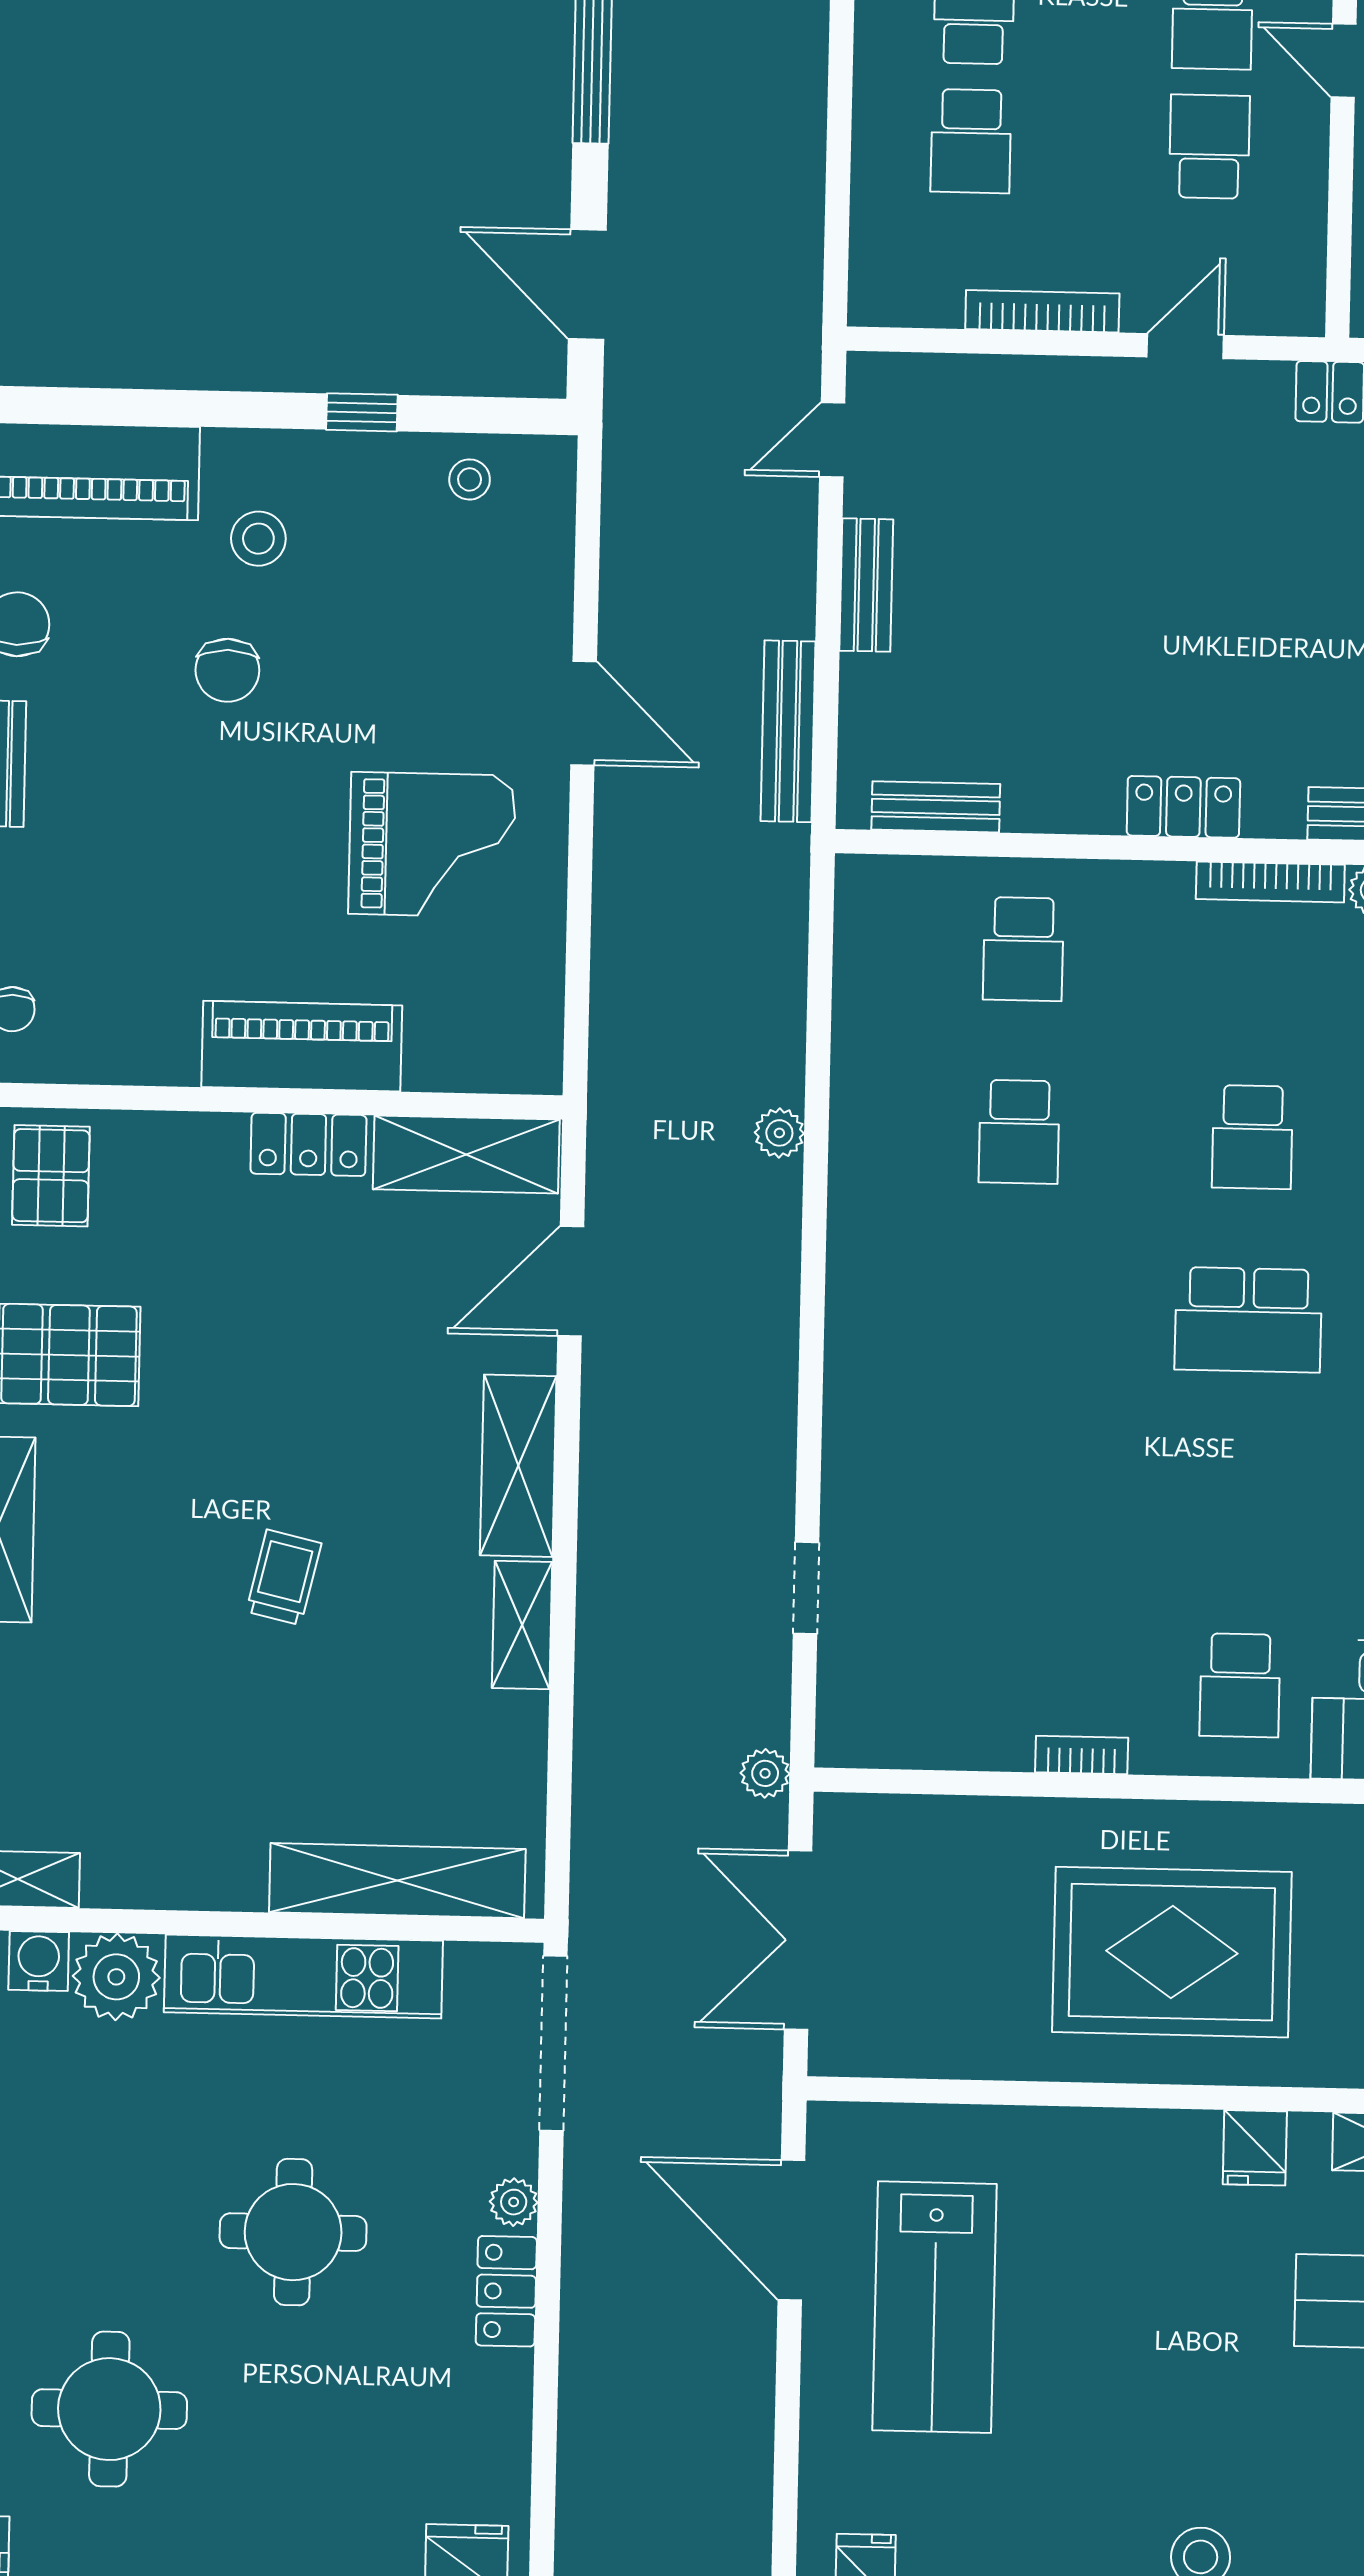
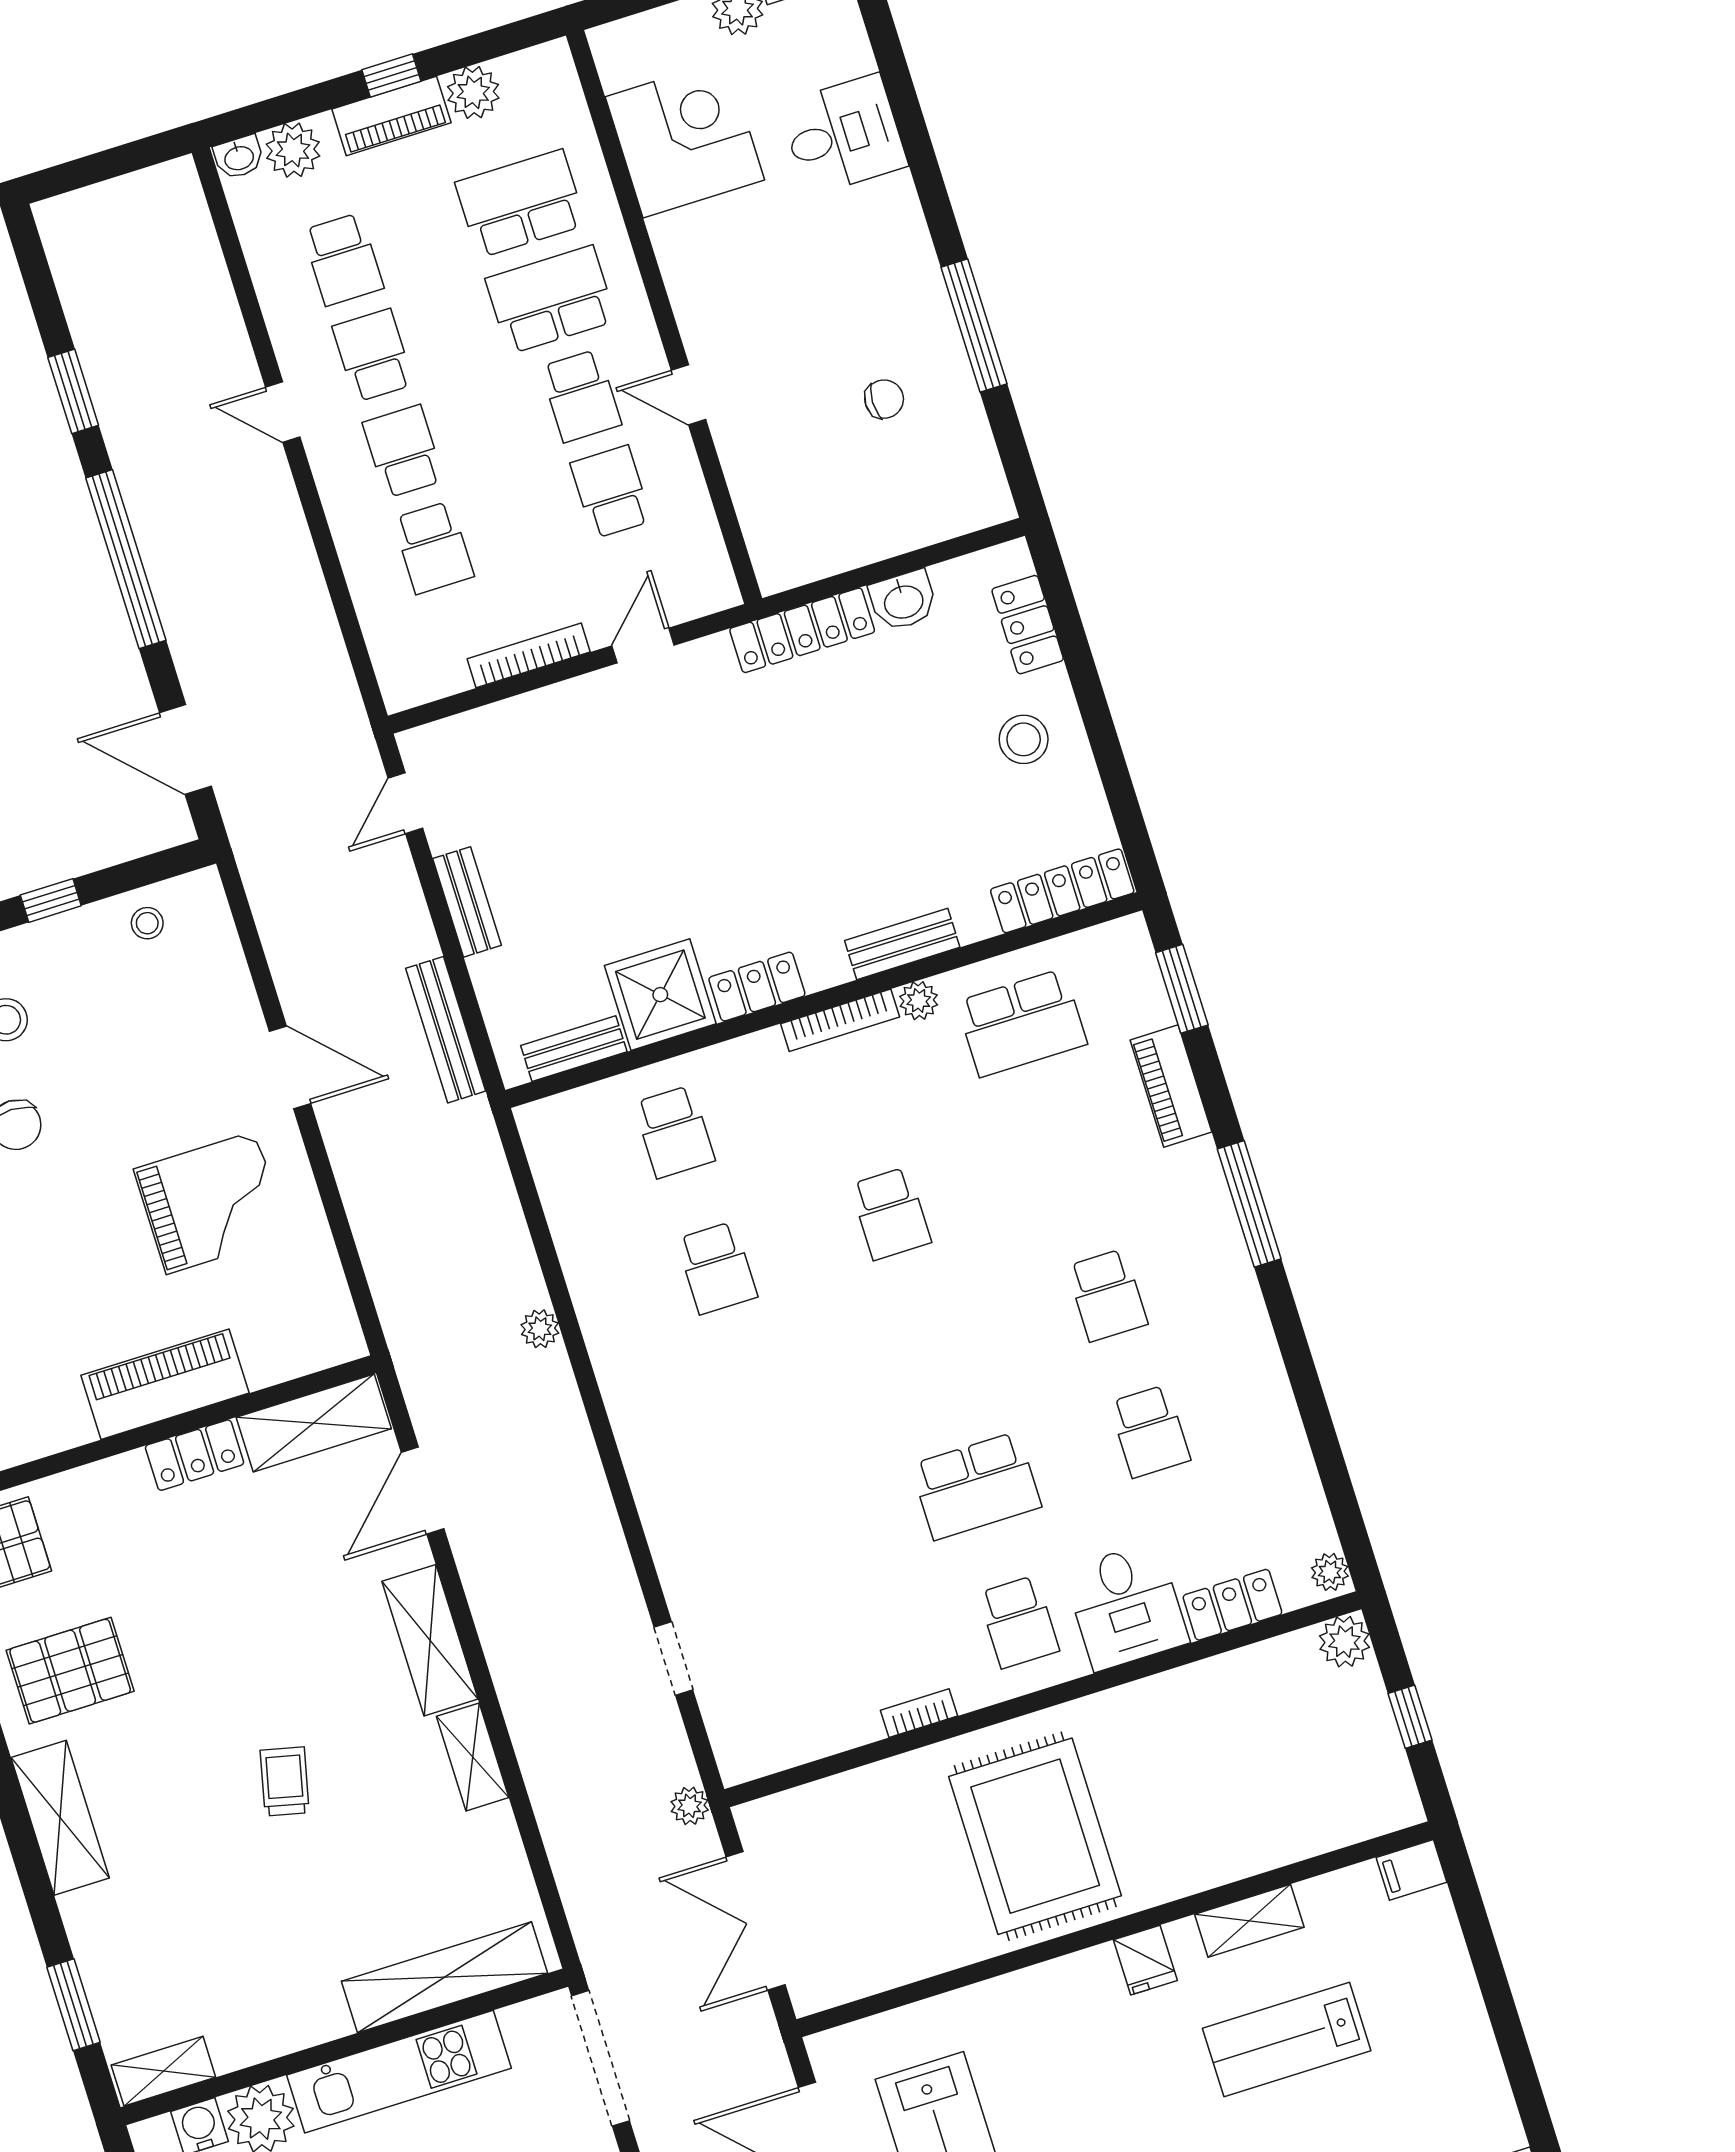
shower: (1063, 777) -> (660, 995), added
school desk: (1248, 1320) -> (976, 1486), moved
rug: (1172, 1952) -> (1035, 1836), turned 90

